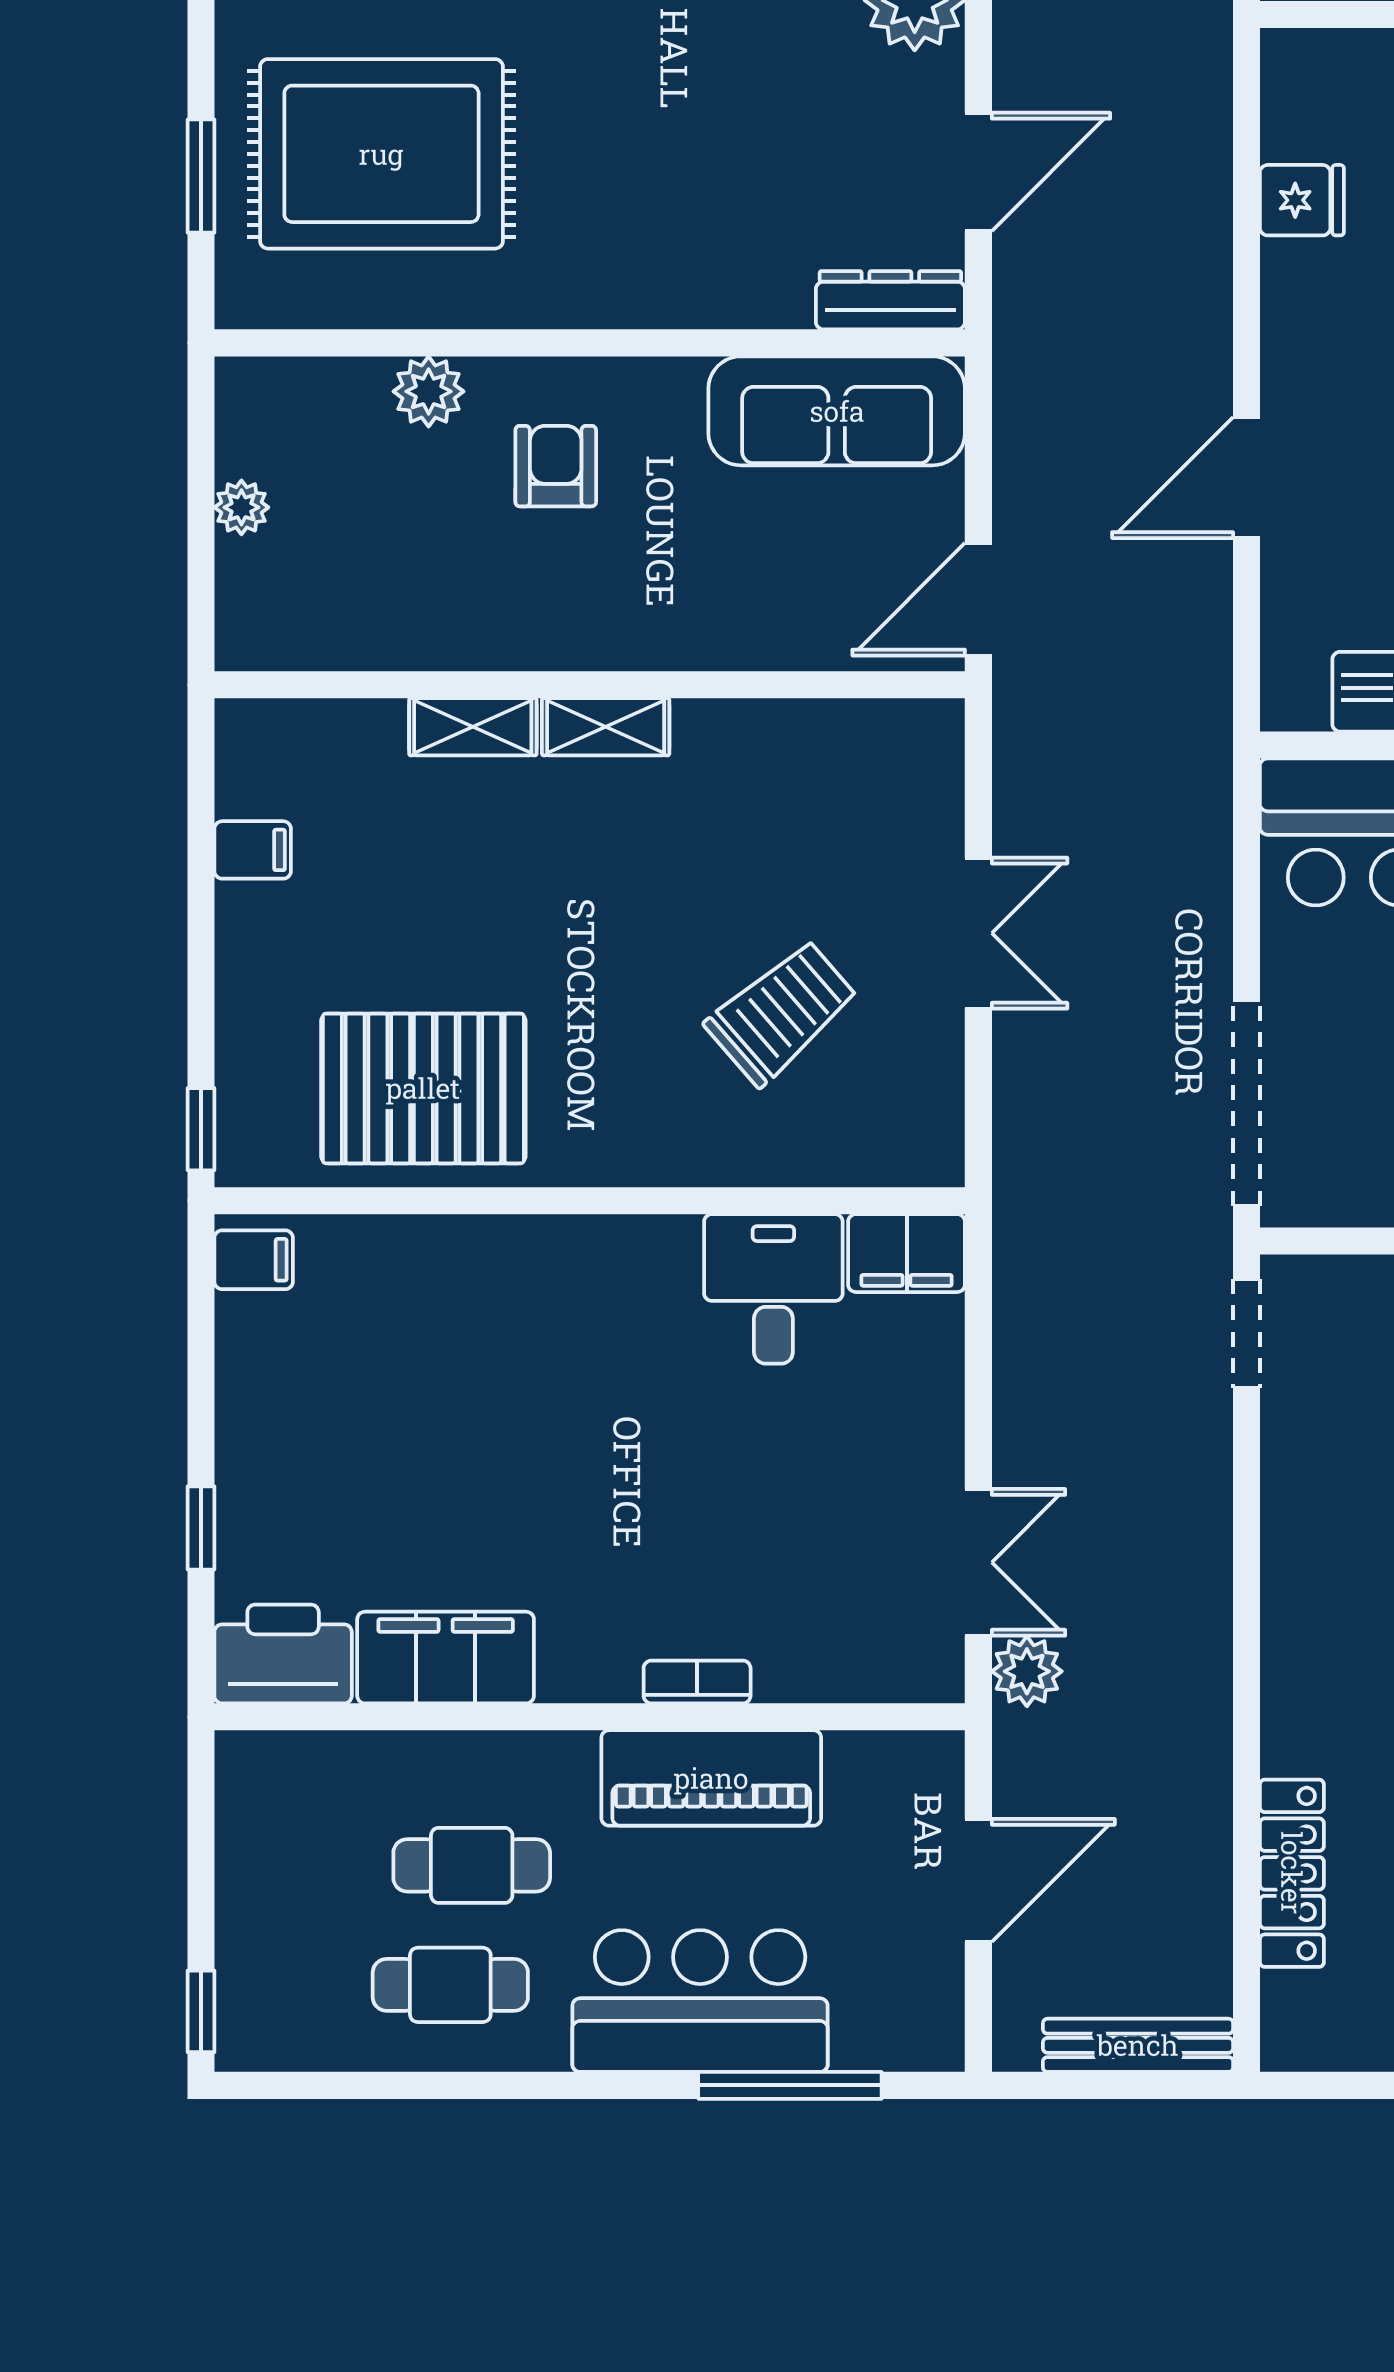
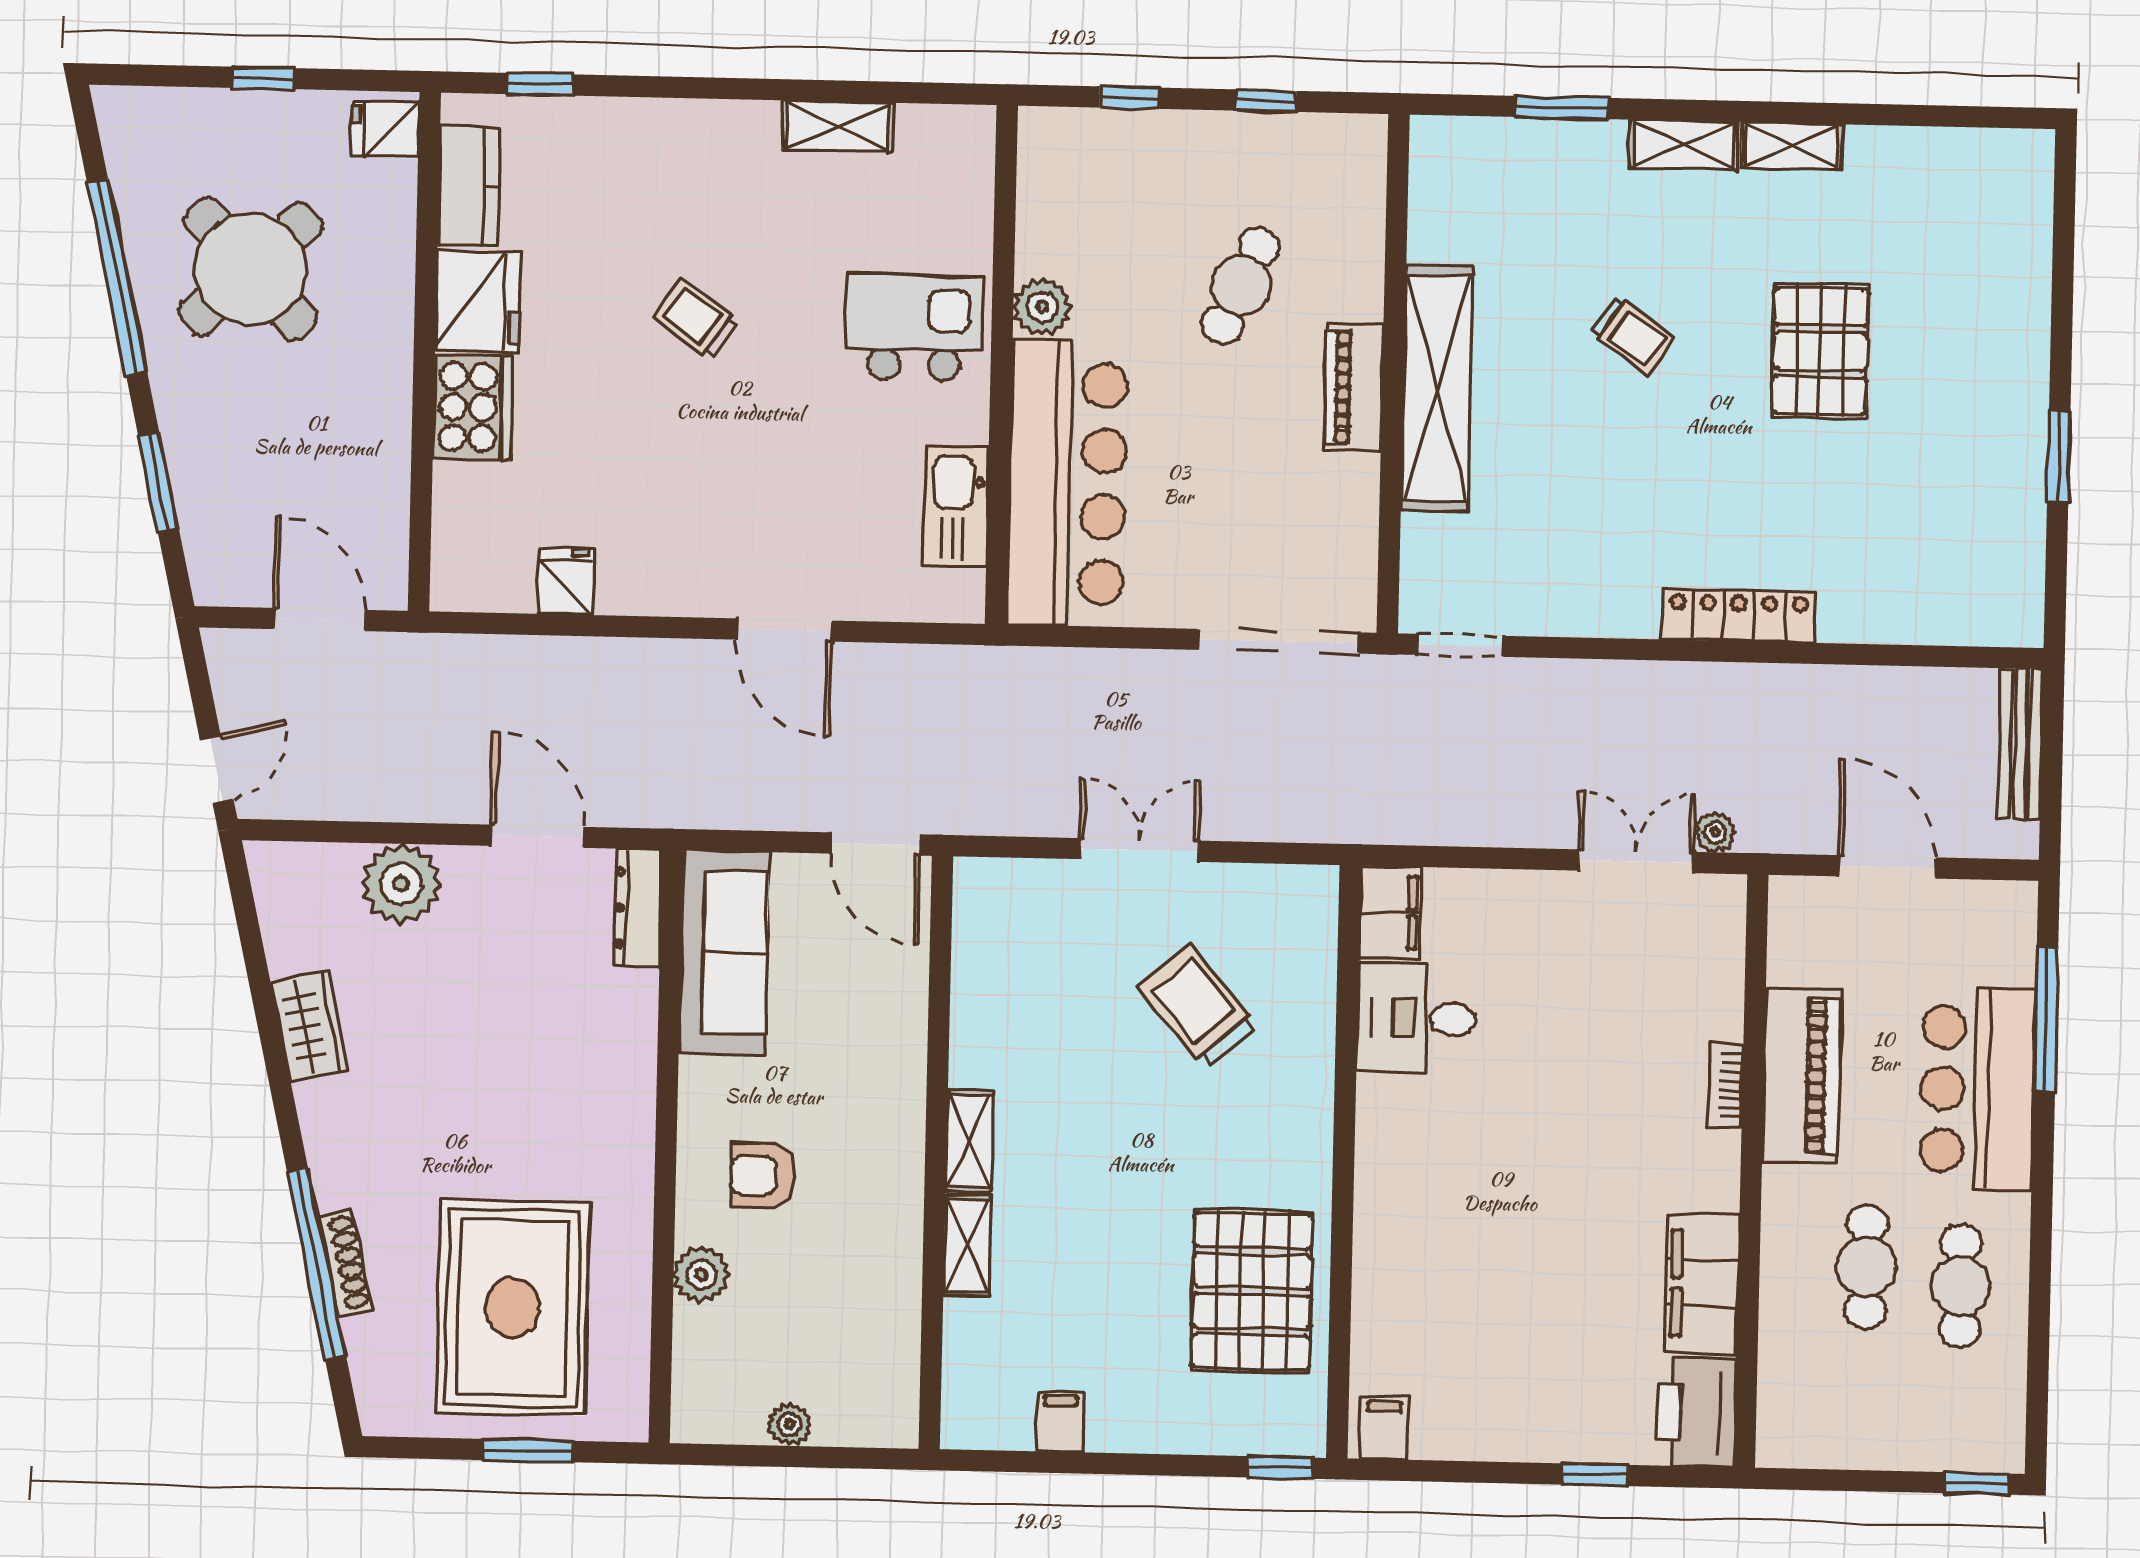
plant: (1027, 1671) -> (1715, 832), width x0.73, depth x0.73
locker: (1292, 1873) -> (1739, 616), moved

